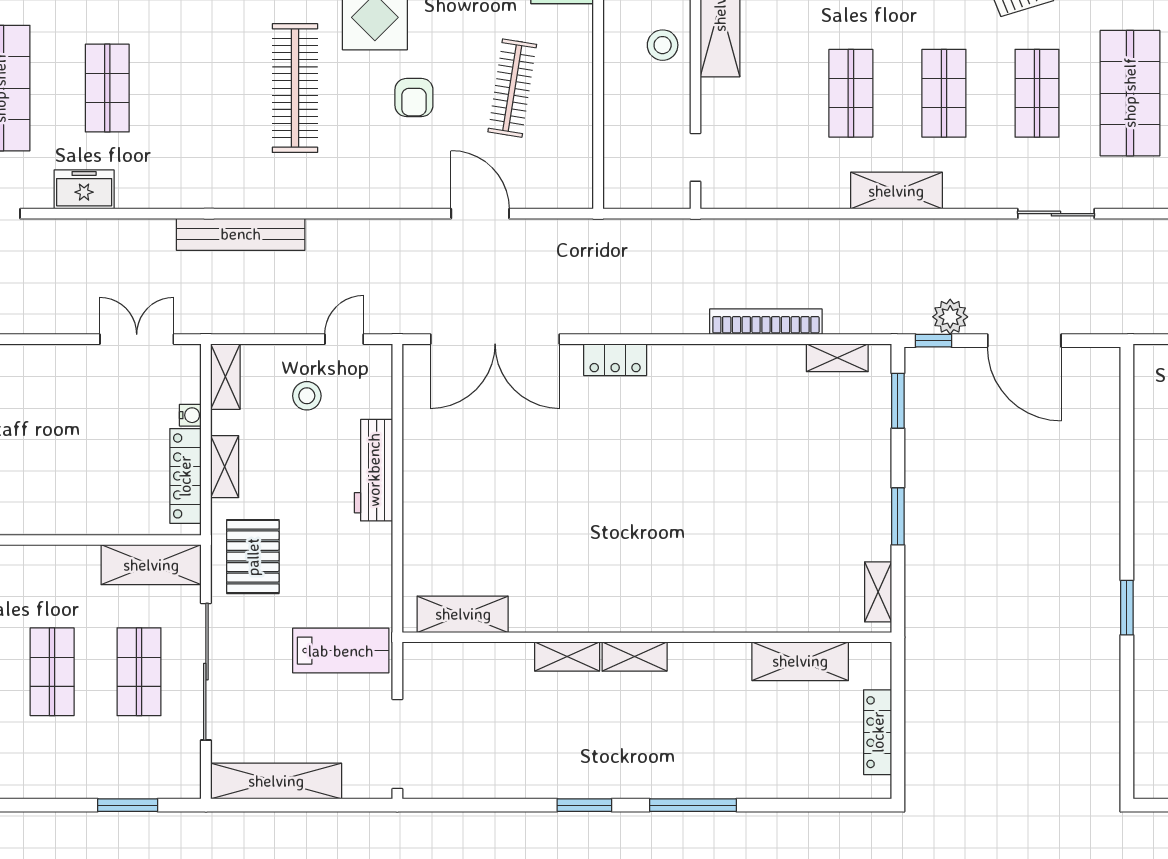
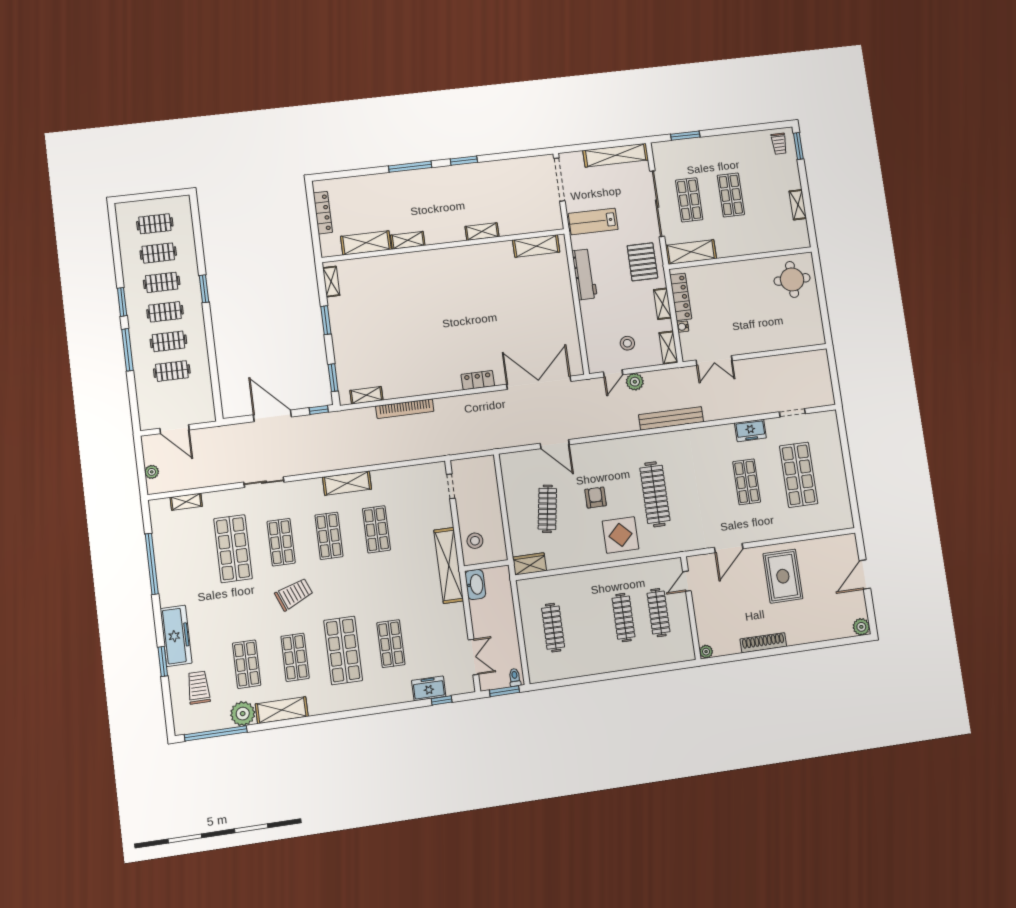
plant: (950, 317) -> (635, 382), moved
workbench: (374, 470) -> (584, 274), moved
shelving: (635, 657) -> (408, 240), moved

